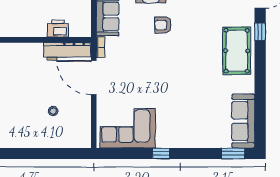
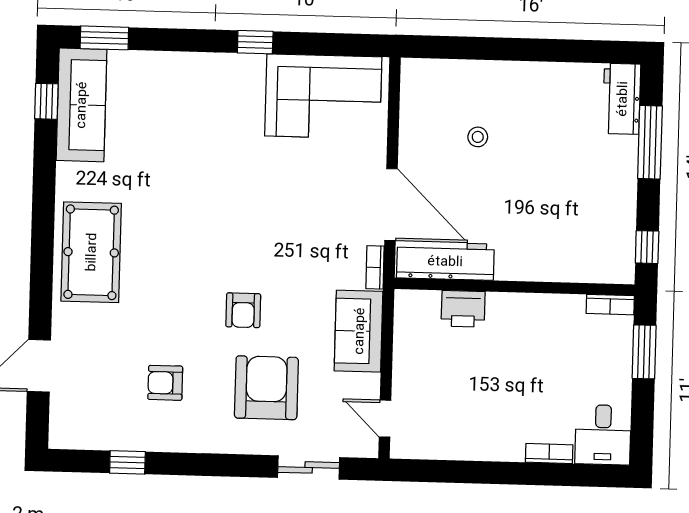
armchair: (163, 25) -> (243, 310), turned 90
window: (260, 32) -> (46, 101), moved

